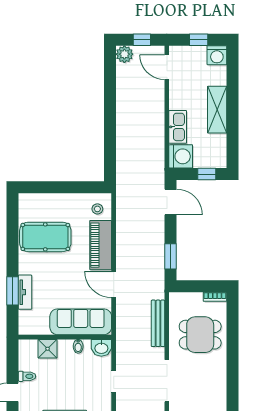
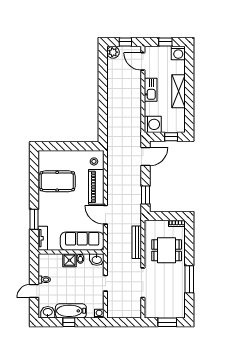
kitchen sink: (178, 127) -> (151, 90), moved
door: (170, 202) -> (146, 157), hinge flipped
tv unit: (25, 292) -> (43, 238), moved
shower: (48, 349) -> (70, 260), moved
window: (232, 376) -> (189, 279), added

